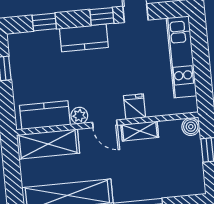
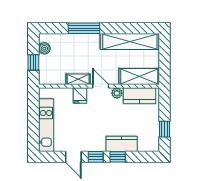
window: (44, 22) -> (118, 157), moved
kitchen counter: (84, 38) -> (122, 144), moved
boiler: (191, 127) -> (44, 48), moved

